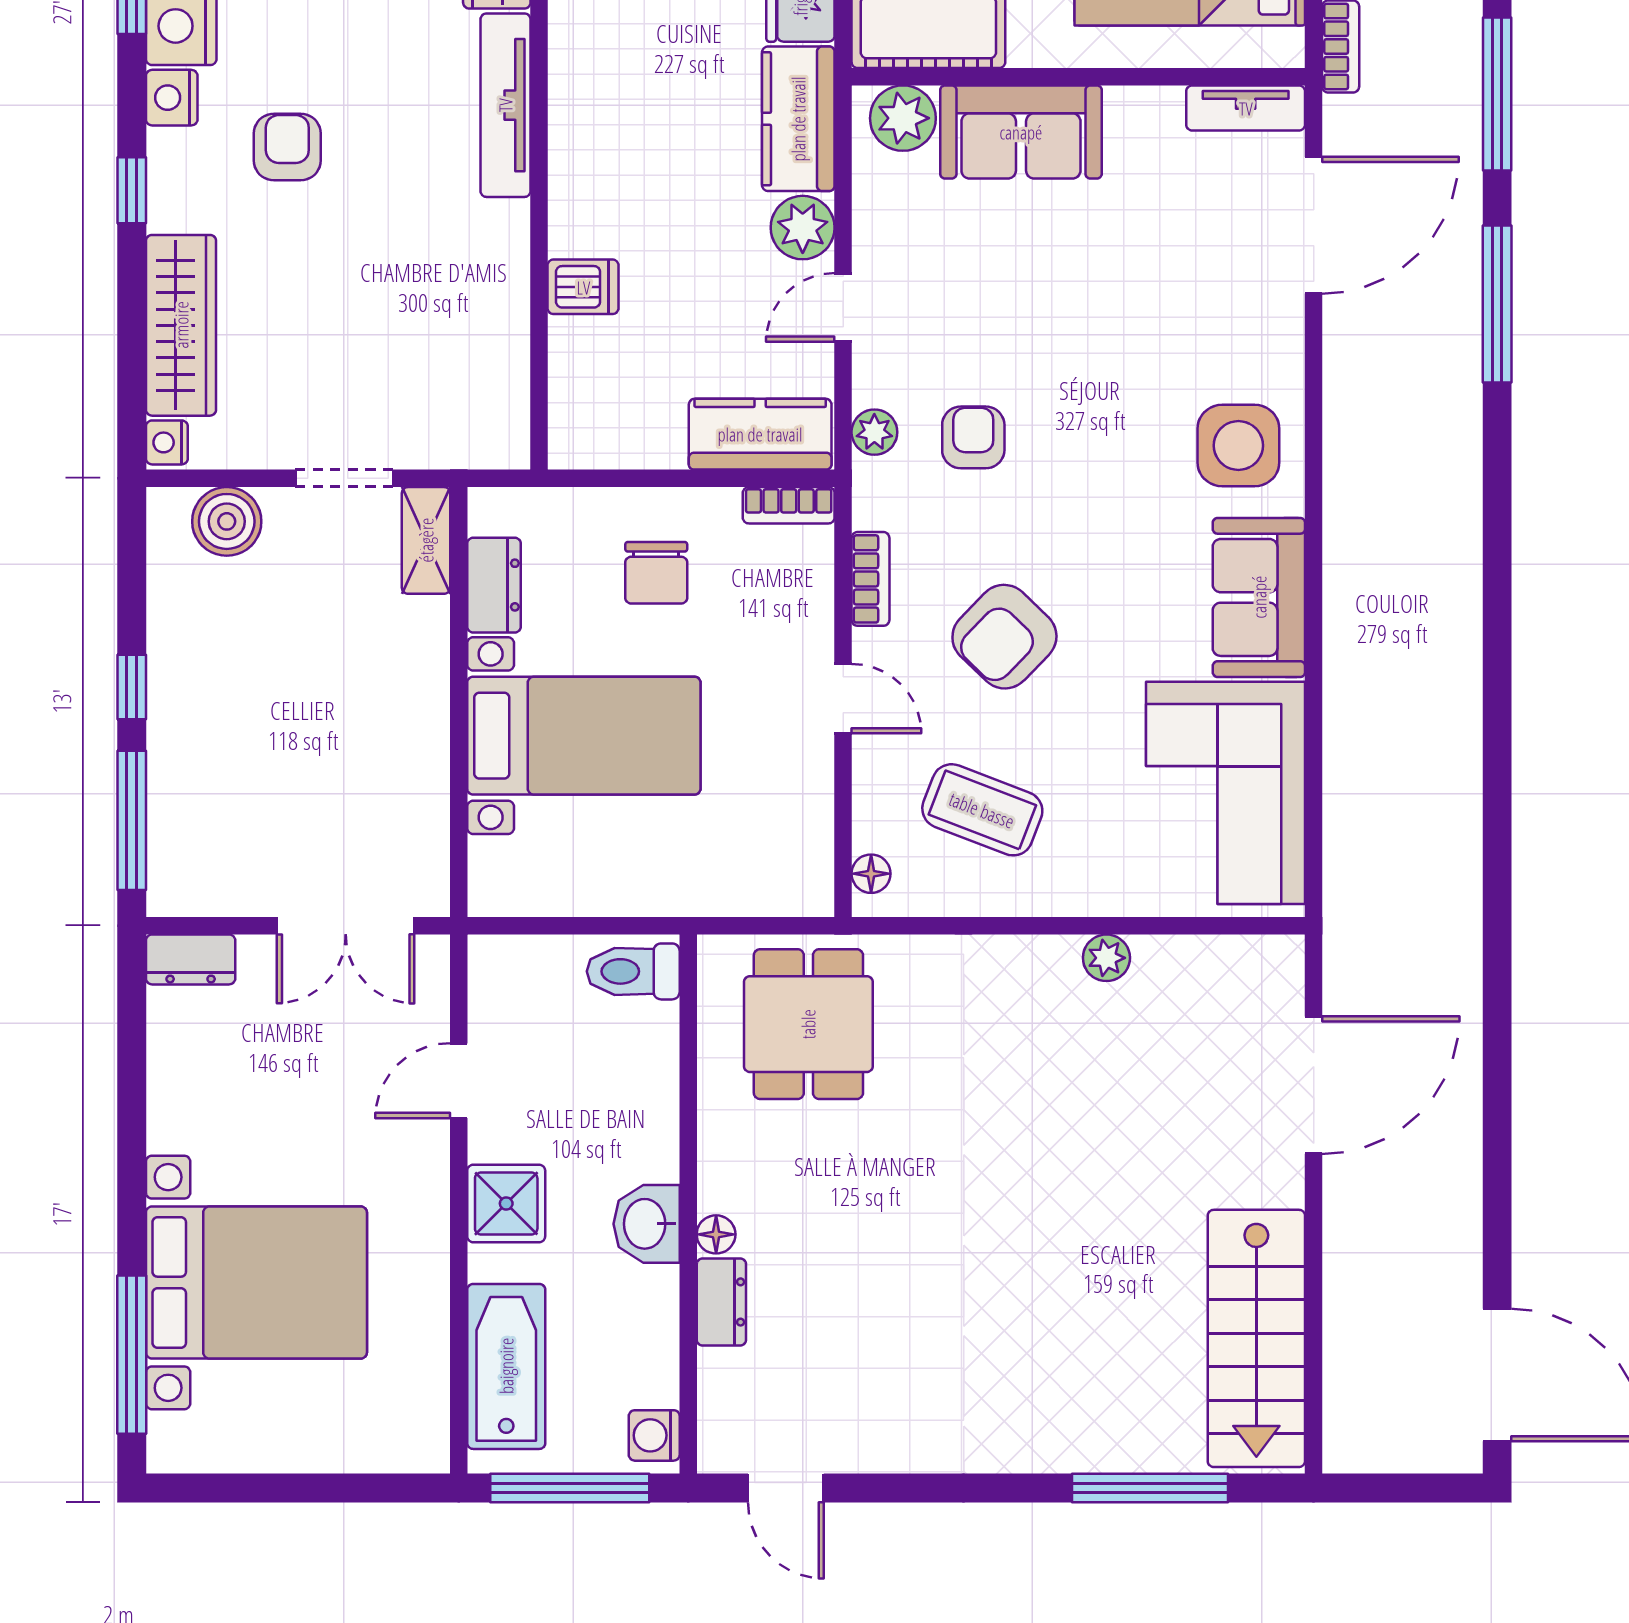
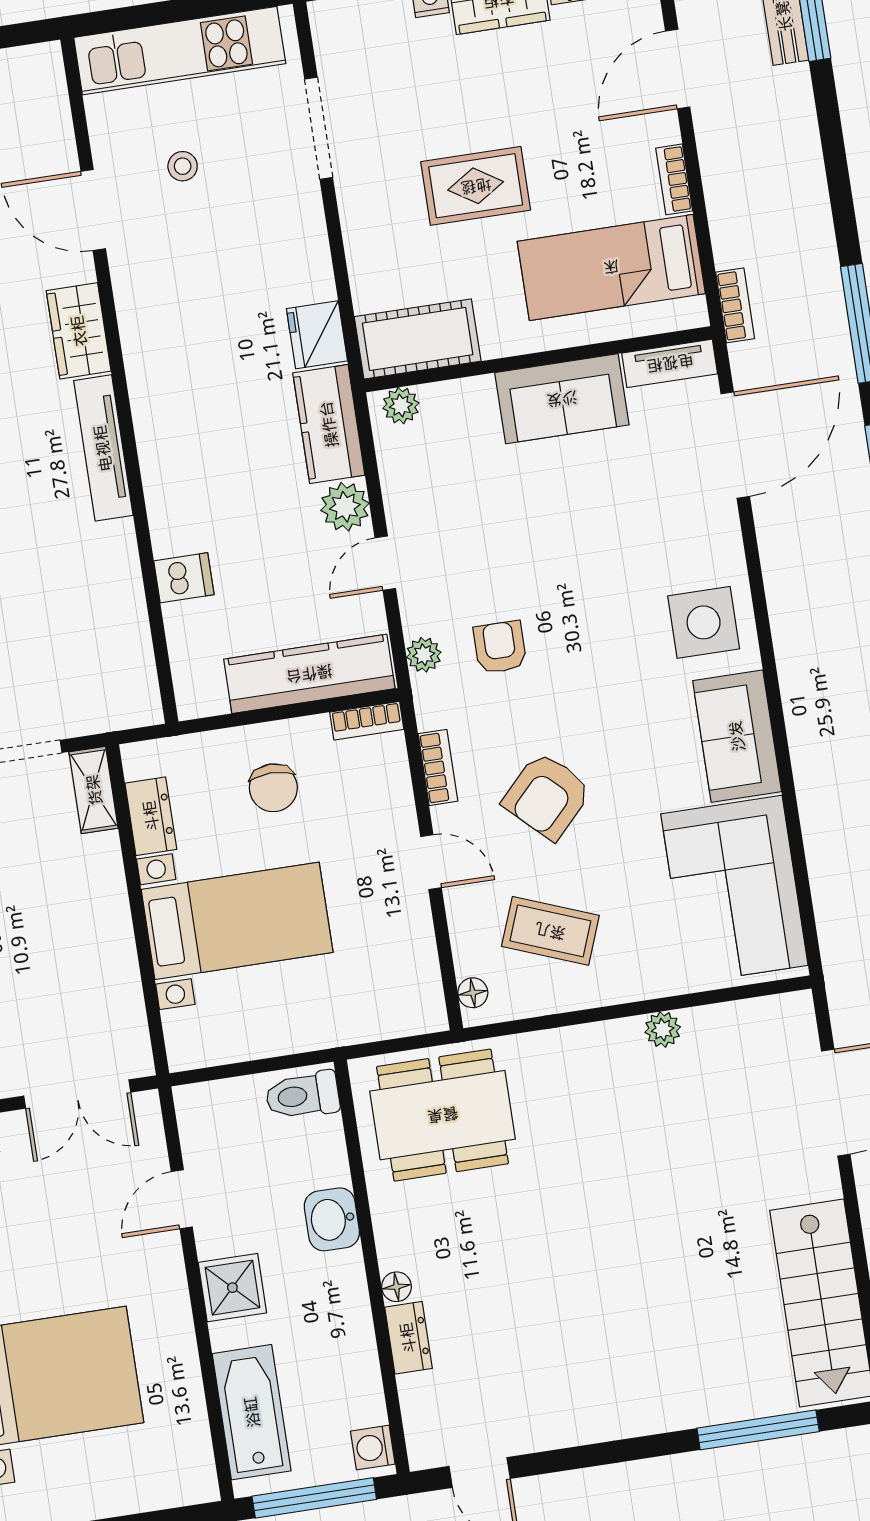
plant: (903, 118) -> (401, 406), width x0.73, depth x0.73
sofa: (1021, 132) -> (562, 399), moved
kitchen counter: (760, 434) -> (309, 674), width x1.50
dining table: (808, 1024) -> (443, 1115), width x1.38
washbasin: (647, 1224) -> (332, 1219), moved

